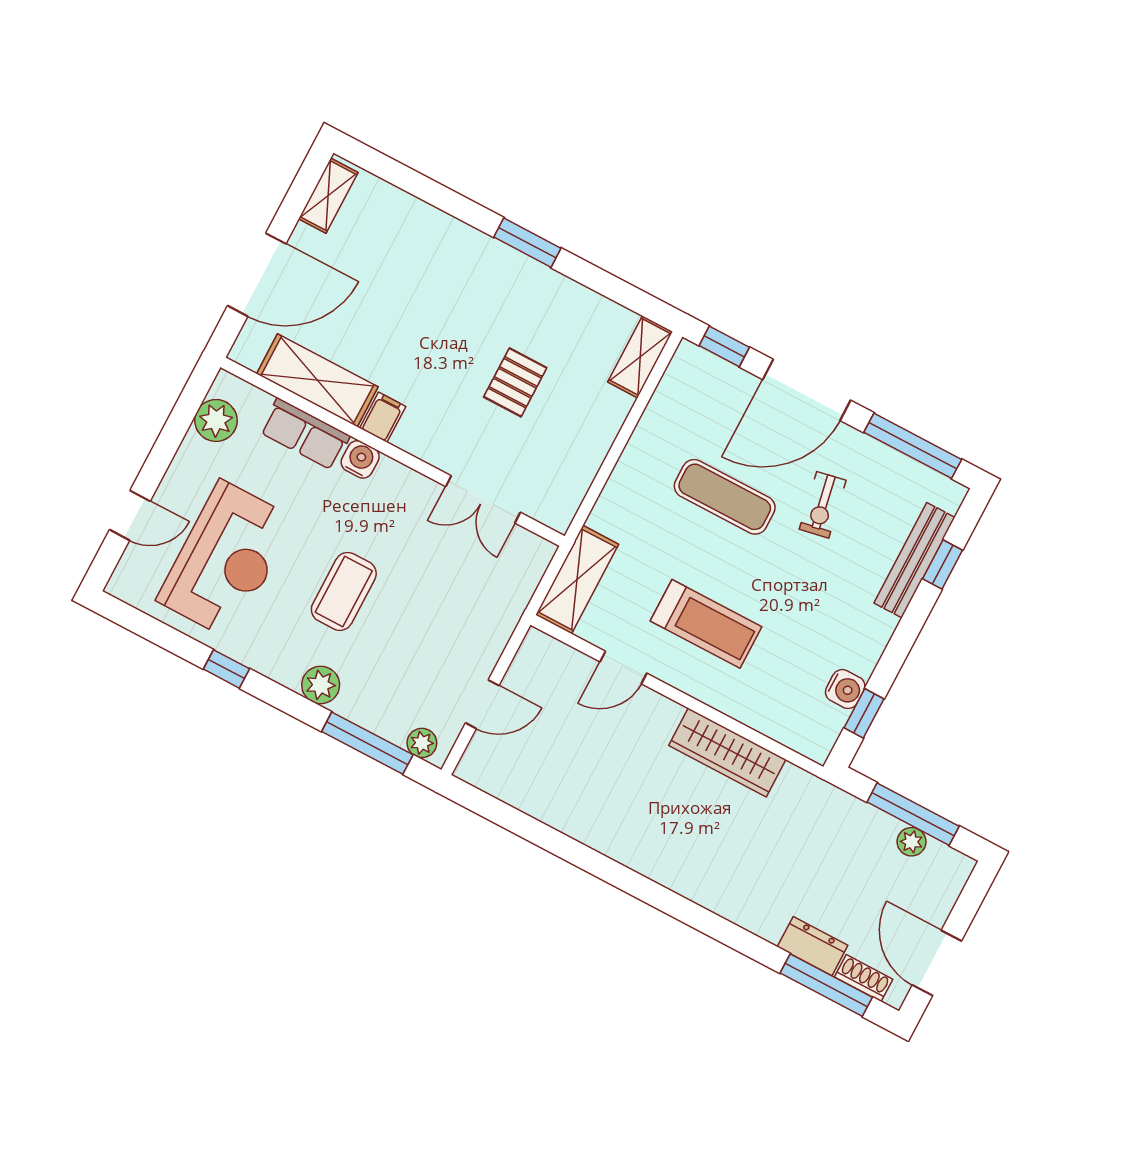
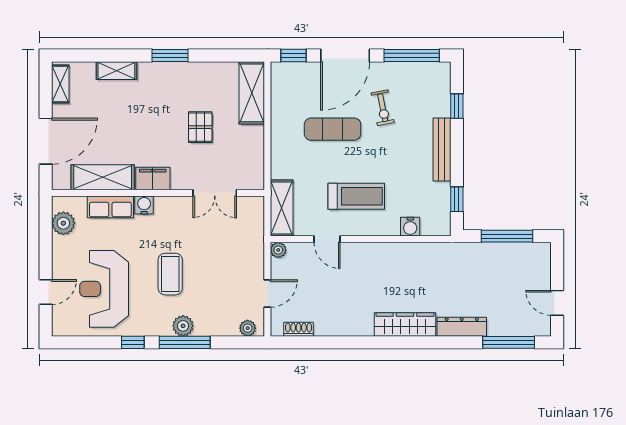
shelving: (429, 222) -> (116, 71), added
shelving: (640, 357) -> (252, 93), width x1.50, depth x1.33
filing cabinet: (383, 417) -> (153, 179), width x2.00
reception desk: (226, 560) -> (104, 289), turned 180
bench: (914, 560) -> (442, 150), moved
door: (623, 668) -> (327, 239), hinge flipped
water cooler: (845, 689) -> (410, 227), moved, turned 90
window: (367, 743) -> (185, 342), moved
wardrobe: (727, 753) -> (405, 324), moved, turned 180
plant: (911, 842) -> (278, 250), moved
dresser: (813, 946) -> (462, 327), moved, width x1.44
door: (937, 963) -> (557, 303), width x0.73
shoe rack: (864, 978) -> (299, 329), moved

